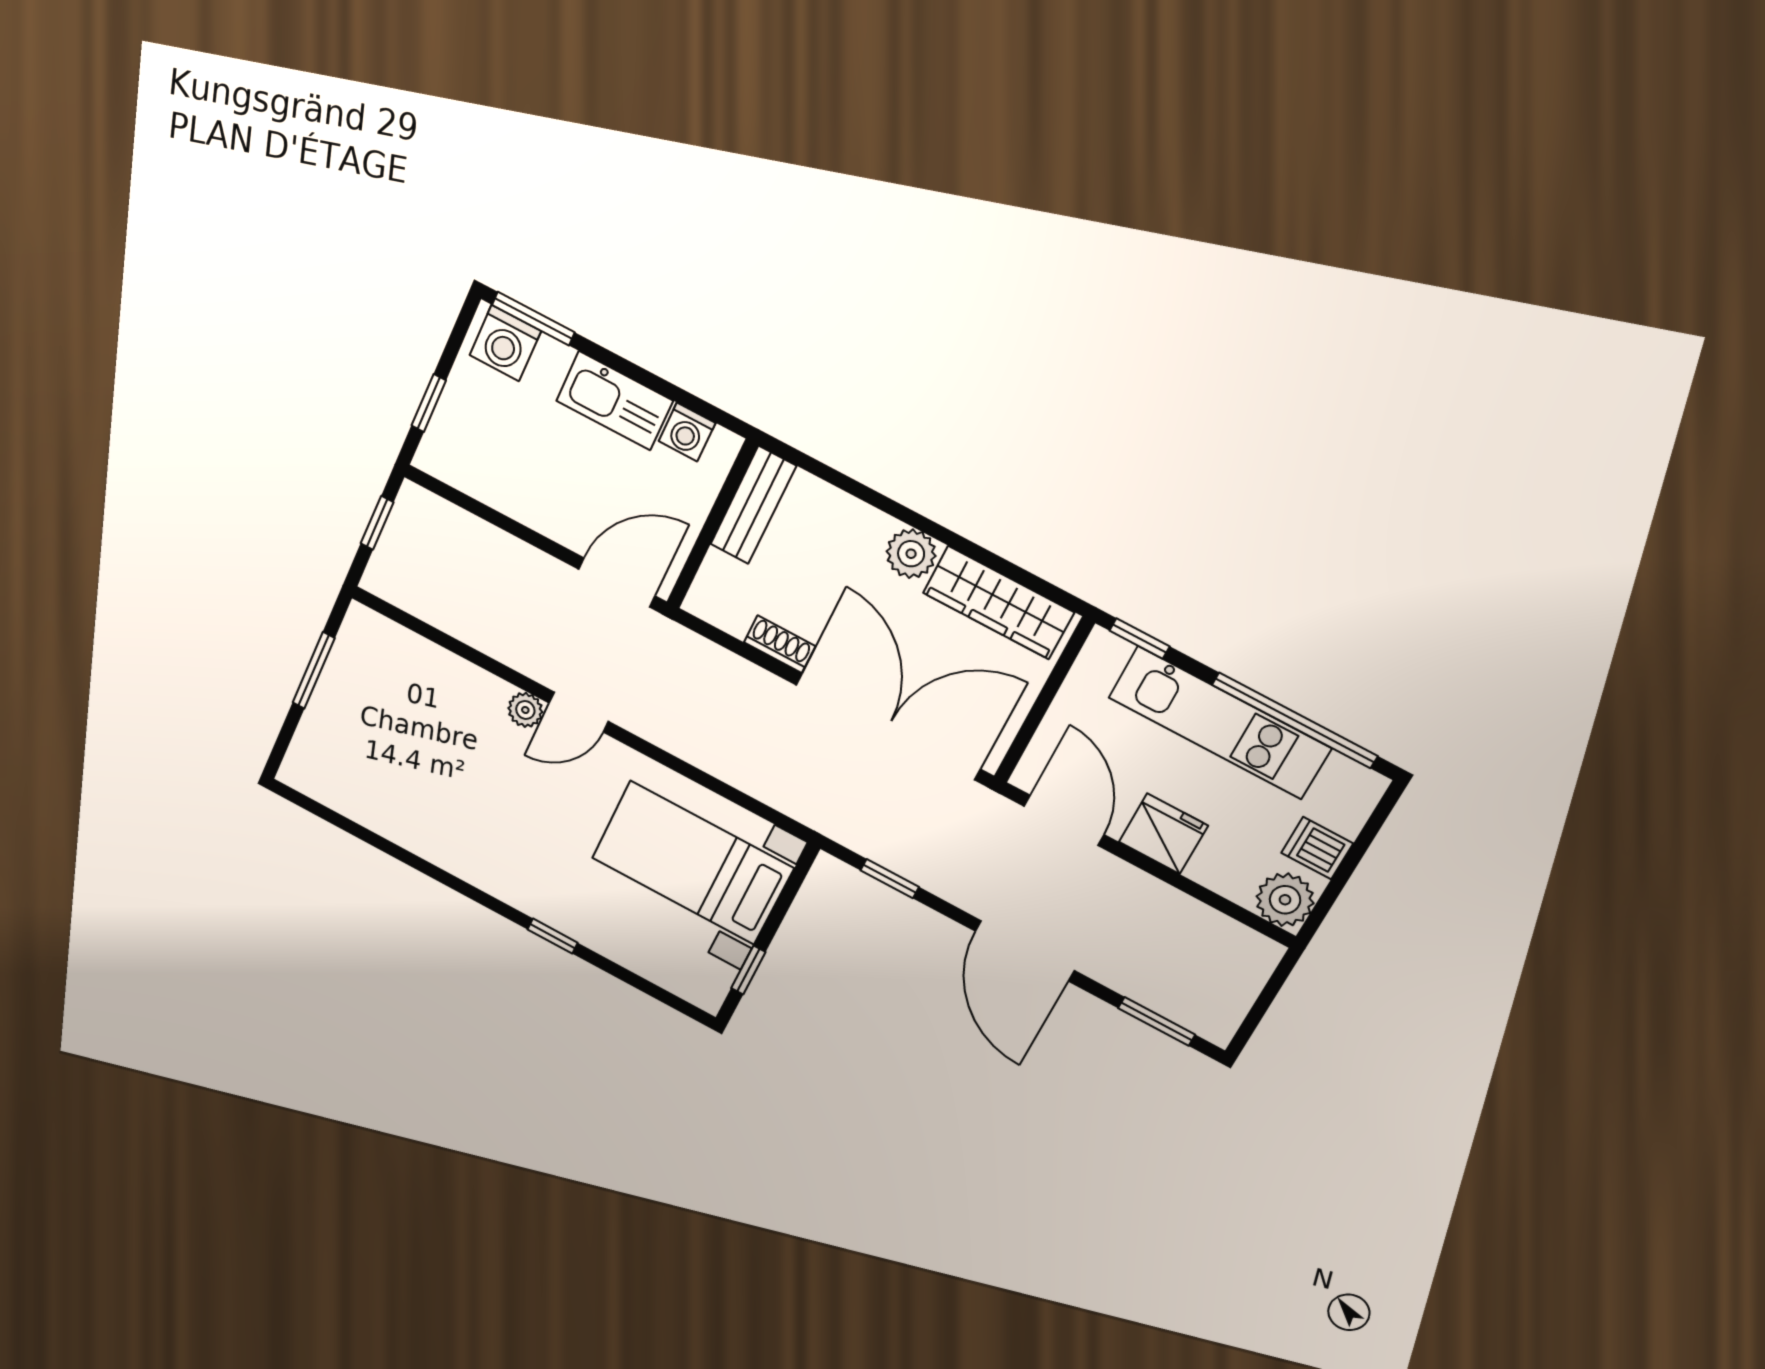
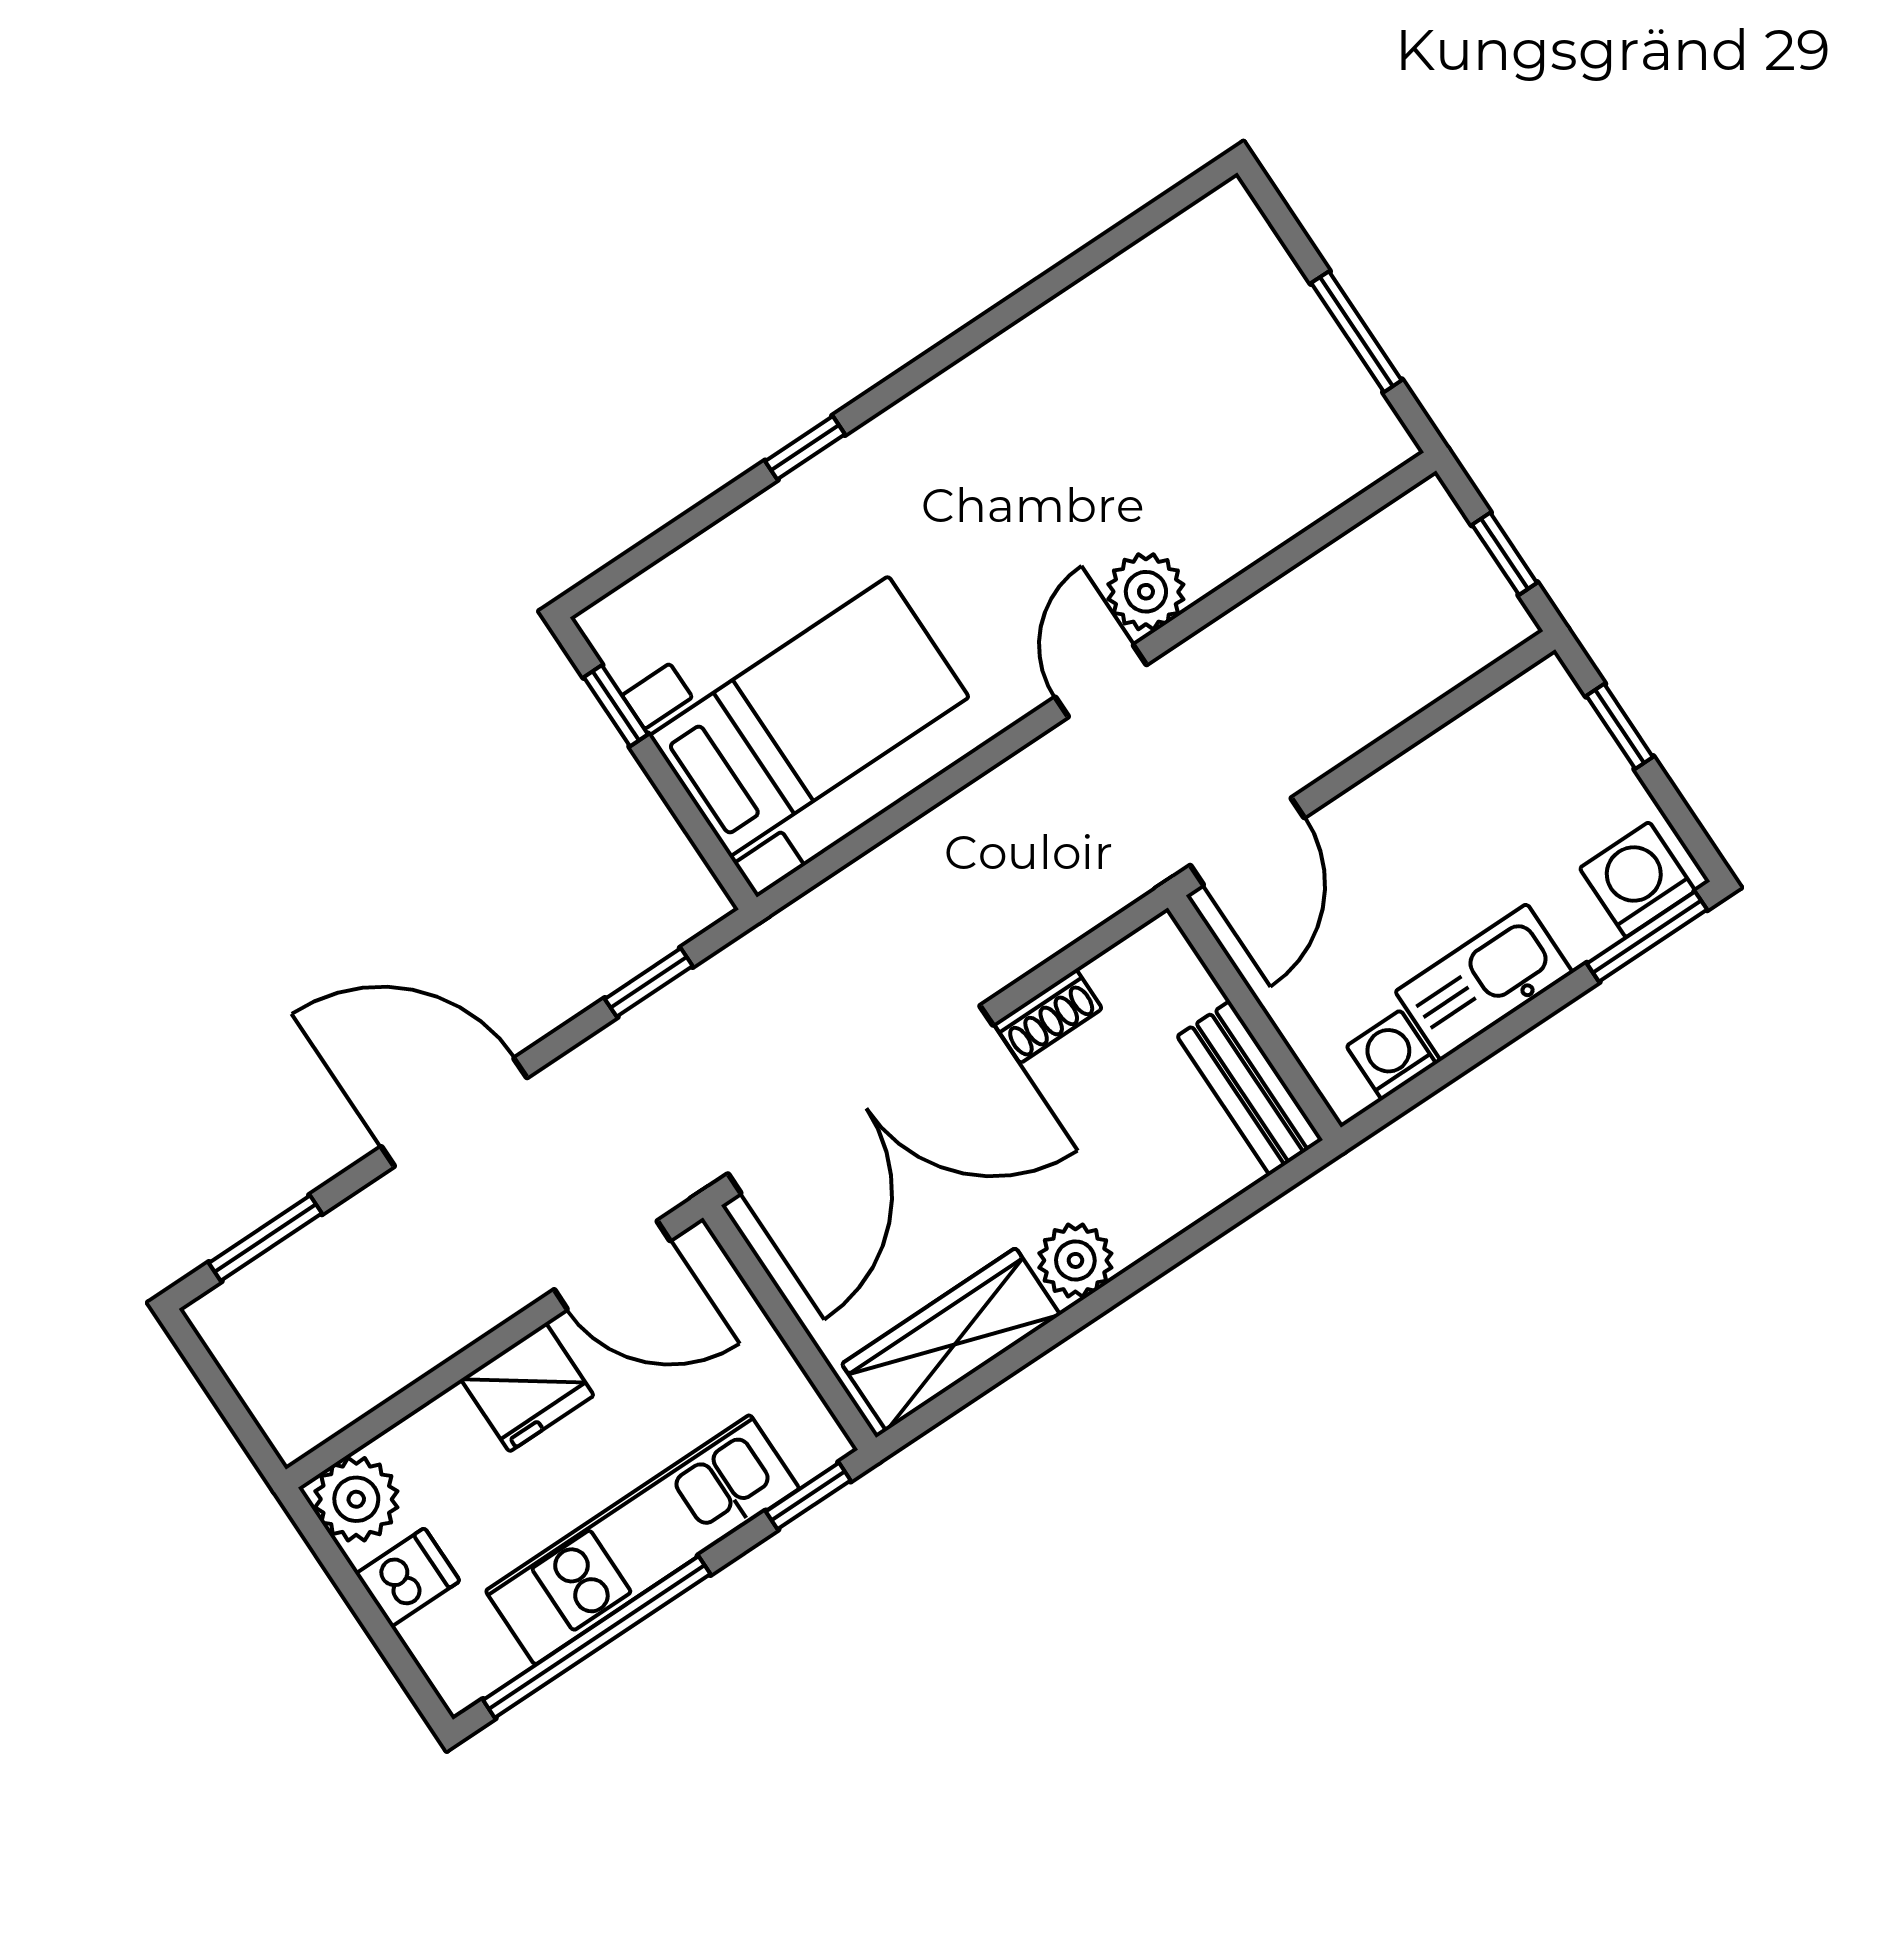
plant: (525, 710) -> (1146, 592), width x1.38, depth x1.38

